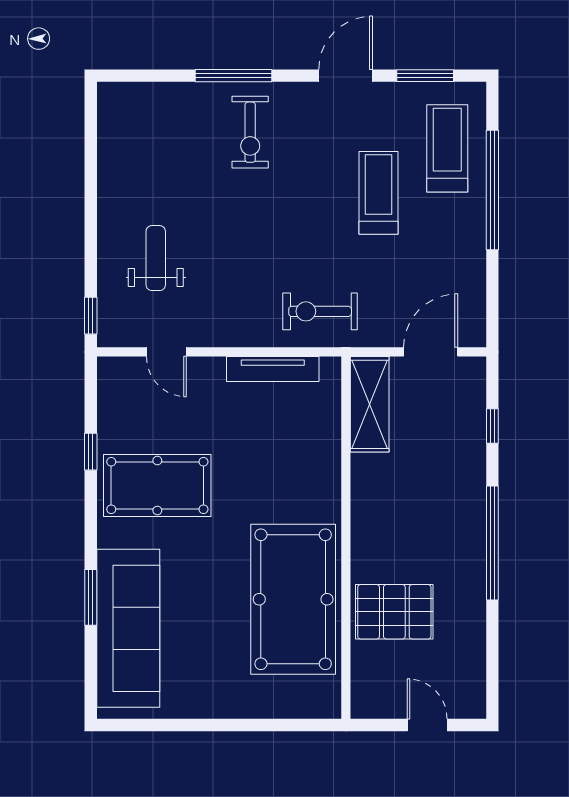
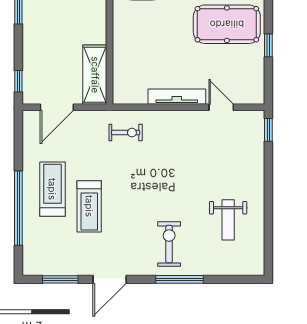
treadmill: (447, 148) -> (52, 189), moved, turned 180
weight bench: (156, 258) -> (228, 220), moved
exercise bike: (320, 311) -> (126, 133), width x0.73, depth x0.72
tv unit: (273, 369) -> (177, 97), moved
window: (492, 426) -> (18, 81), moved

